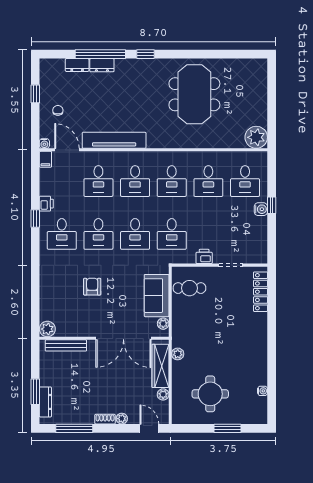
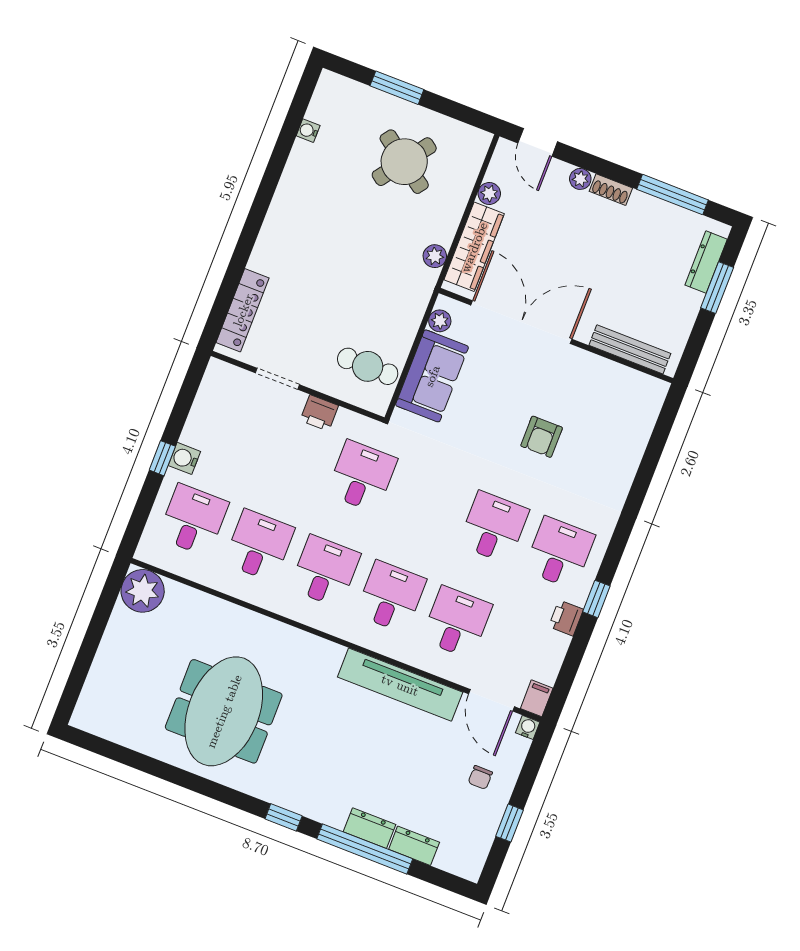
desk: (135, 234) -> (428, 502), removed
plant: (47, 329) -> (652, 392), removed
round table: (210, 394) -> (404, 162), turned 36

